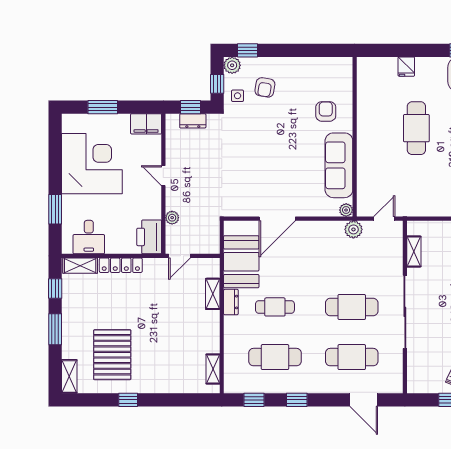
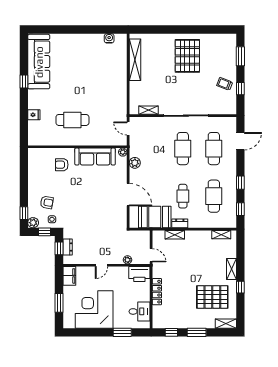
cafe table: (416, 128) -> (72, 120), moved
plant: (353, 229) -> (135, 163), moved
shelving: (80, 266) -> (232, 269), moved

